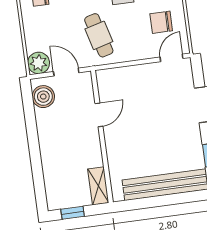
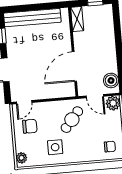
cafe table: (99, 35) -> (72, 120), turned 55
door: (99, 115) -> (74, 67), width x1.88

